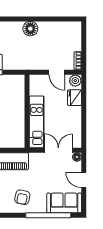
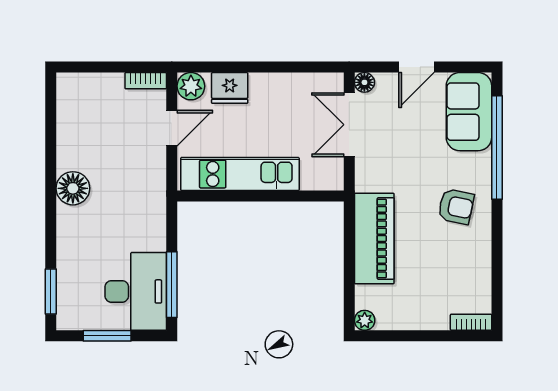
kitchen unit: (37, 122) -> (240, 174), moved

